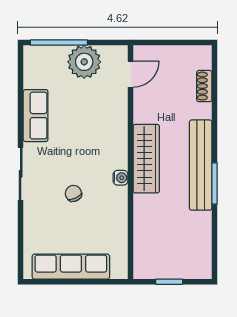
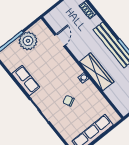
door: (130, 74) -> (60, 40), moved
wardrobe: (146, 159) -> (97, 72), moved

